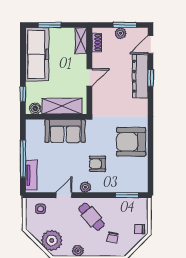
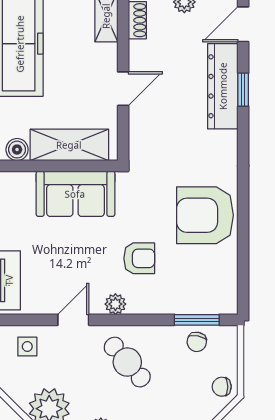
armchair: (98, 164) -> (139, 258), turned 180
chair: (113, 237) -> (197, 342), moved

